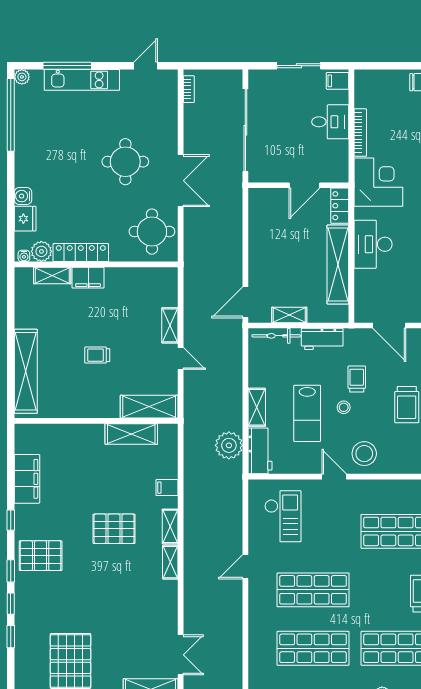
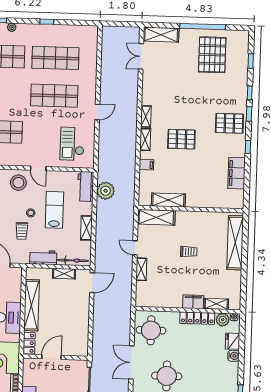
shelving: (257, 407) -> (86, 228), moved
window: (11, 637) -> (251, 61), moved

